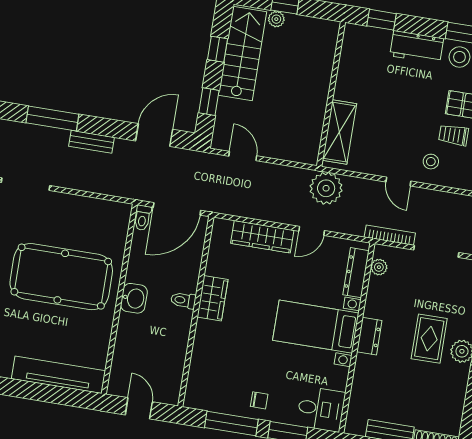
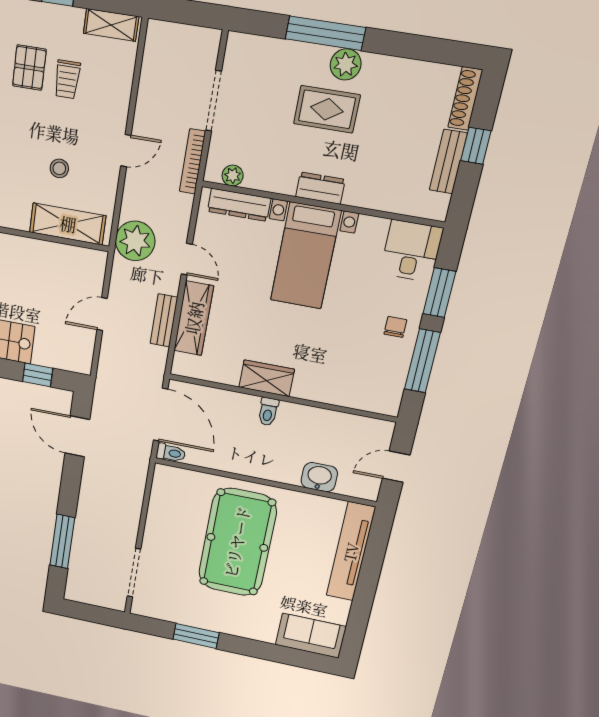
bench: (91, 142) -> (164, 320), moved
door: (243, 156) -> (102, 314), moved
stool: (431, 162) -> (59, 168), moved
washbasin: (134, 298) -> (319, 477), moved

